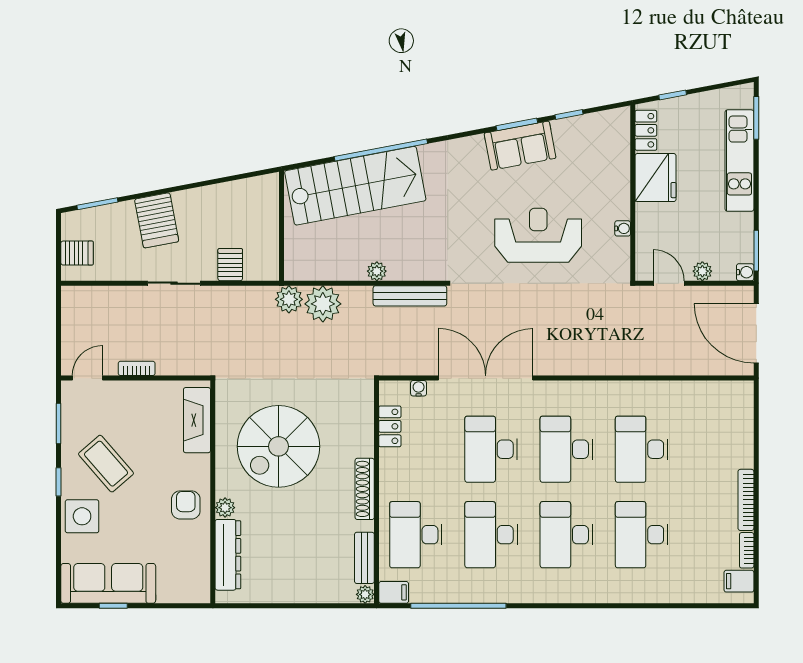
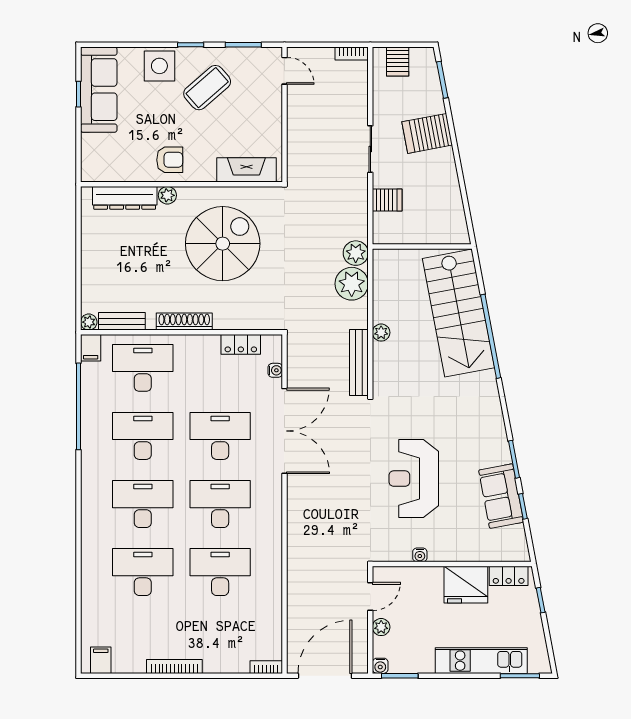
sofa: (520, 146) -> (501, 496), moved
reception desk: (538, 235) -> (414, 479), turned 180
bookcase: (137, 368) -> (352, 53), moved, turned 90
spiral stairs: (278, 446) -> (223, 244), turned 90
bookcase: (747, 550) -> (266, 667), moved

